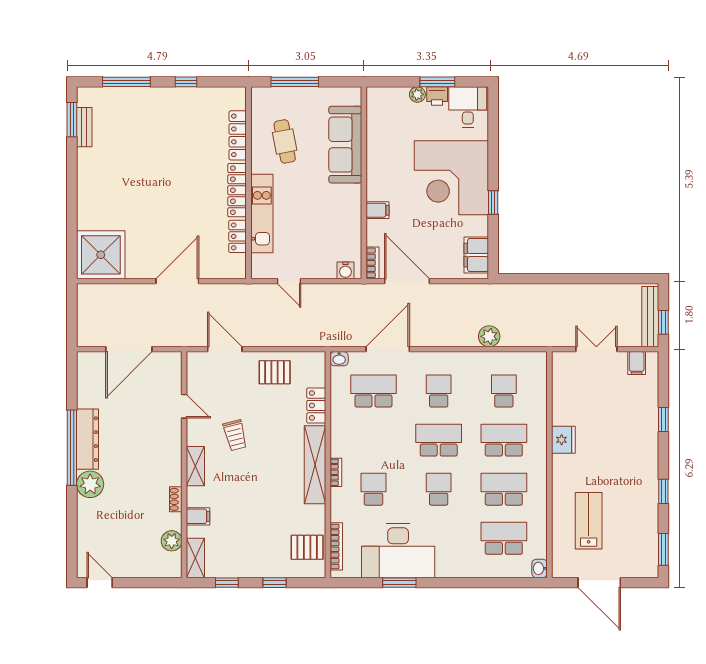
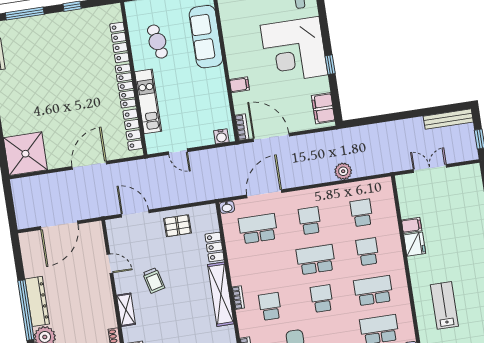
locker: (238, 236) -> (133, 130), width x1.53
bench: (650, 317) -> (448, 119), moved, turned 90
filing cabinet: (637, 363) -> (412, 225), moved, turned -90
school desk: (504, 440) -> (367, 252), width x0.54

